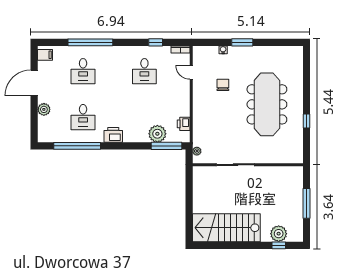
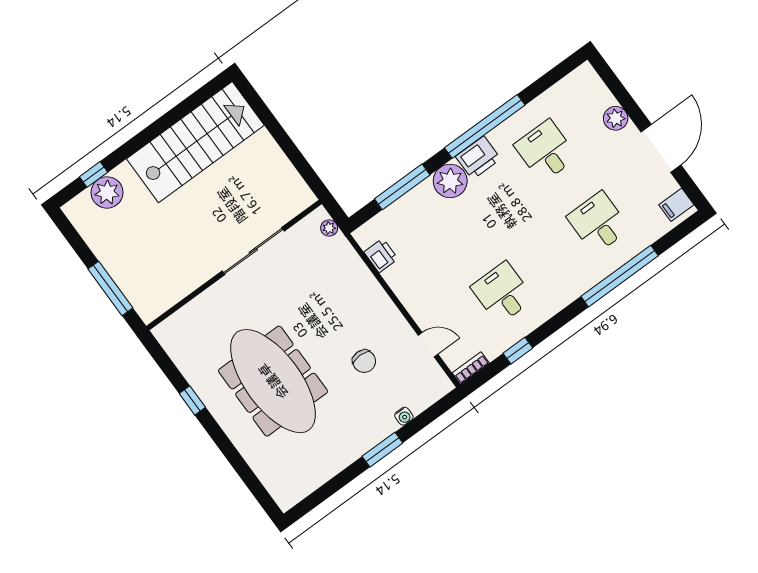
plant: (157, 134) -> (450, 181), moved
window: (77, 146) -> (485, 126), moved
window: (167, 146) -> (402, 187), moved
window: (306, 203) -> (110, 288), moved

